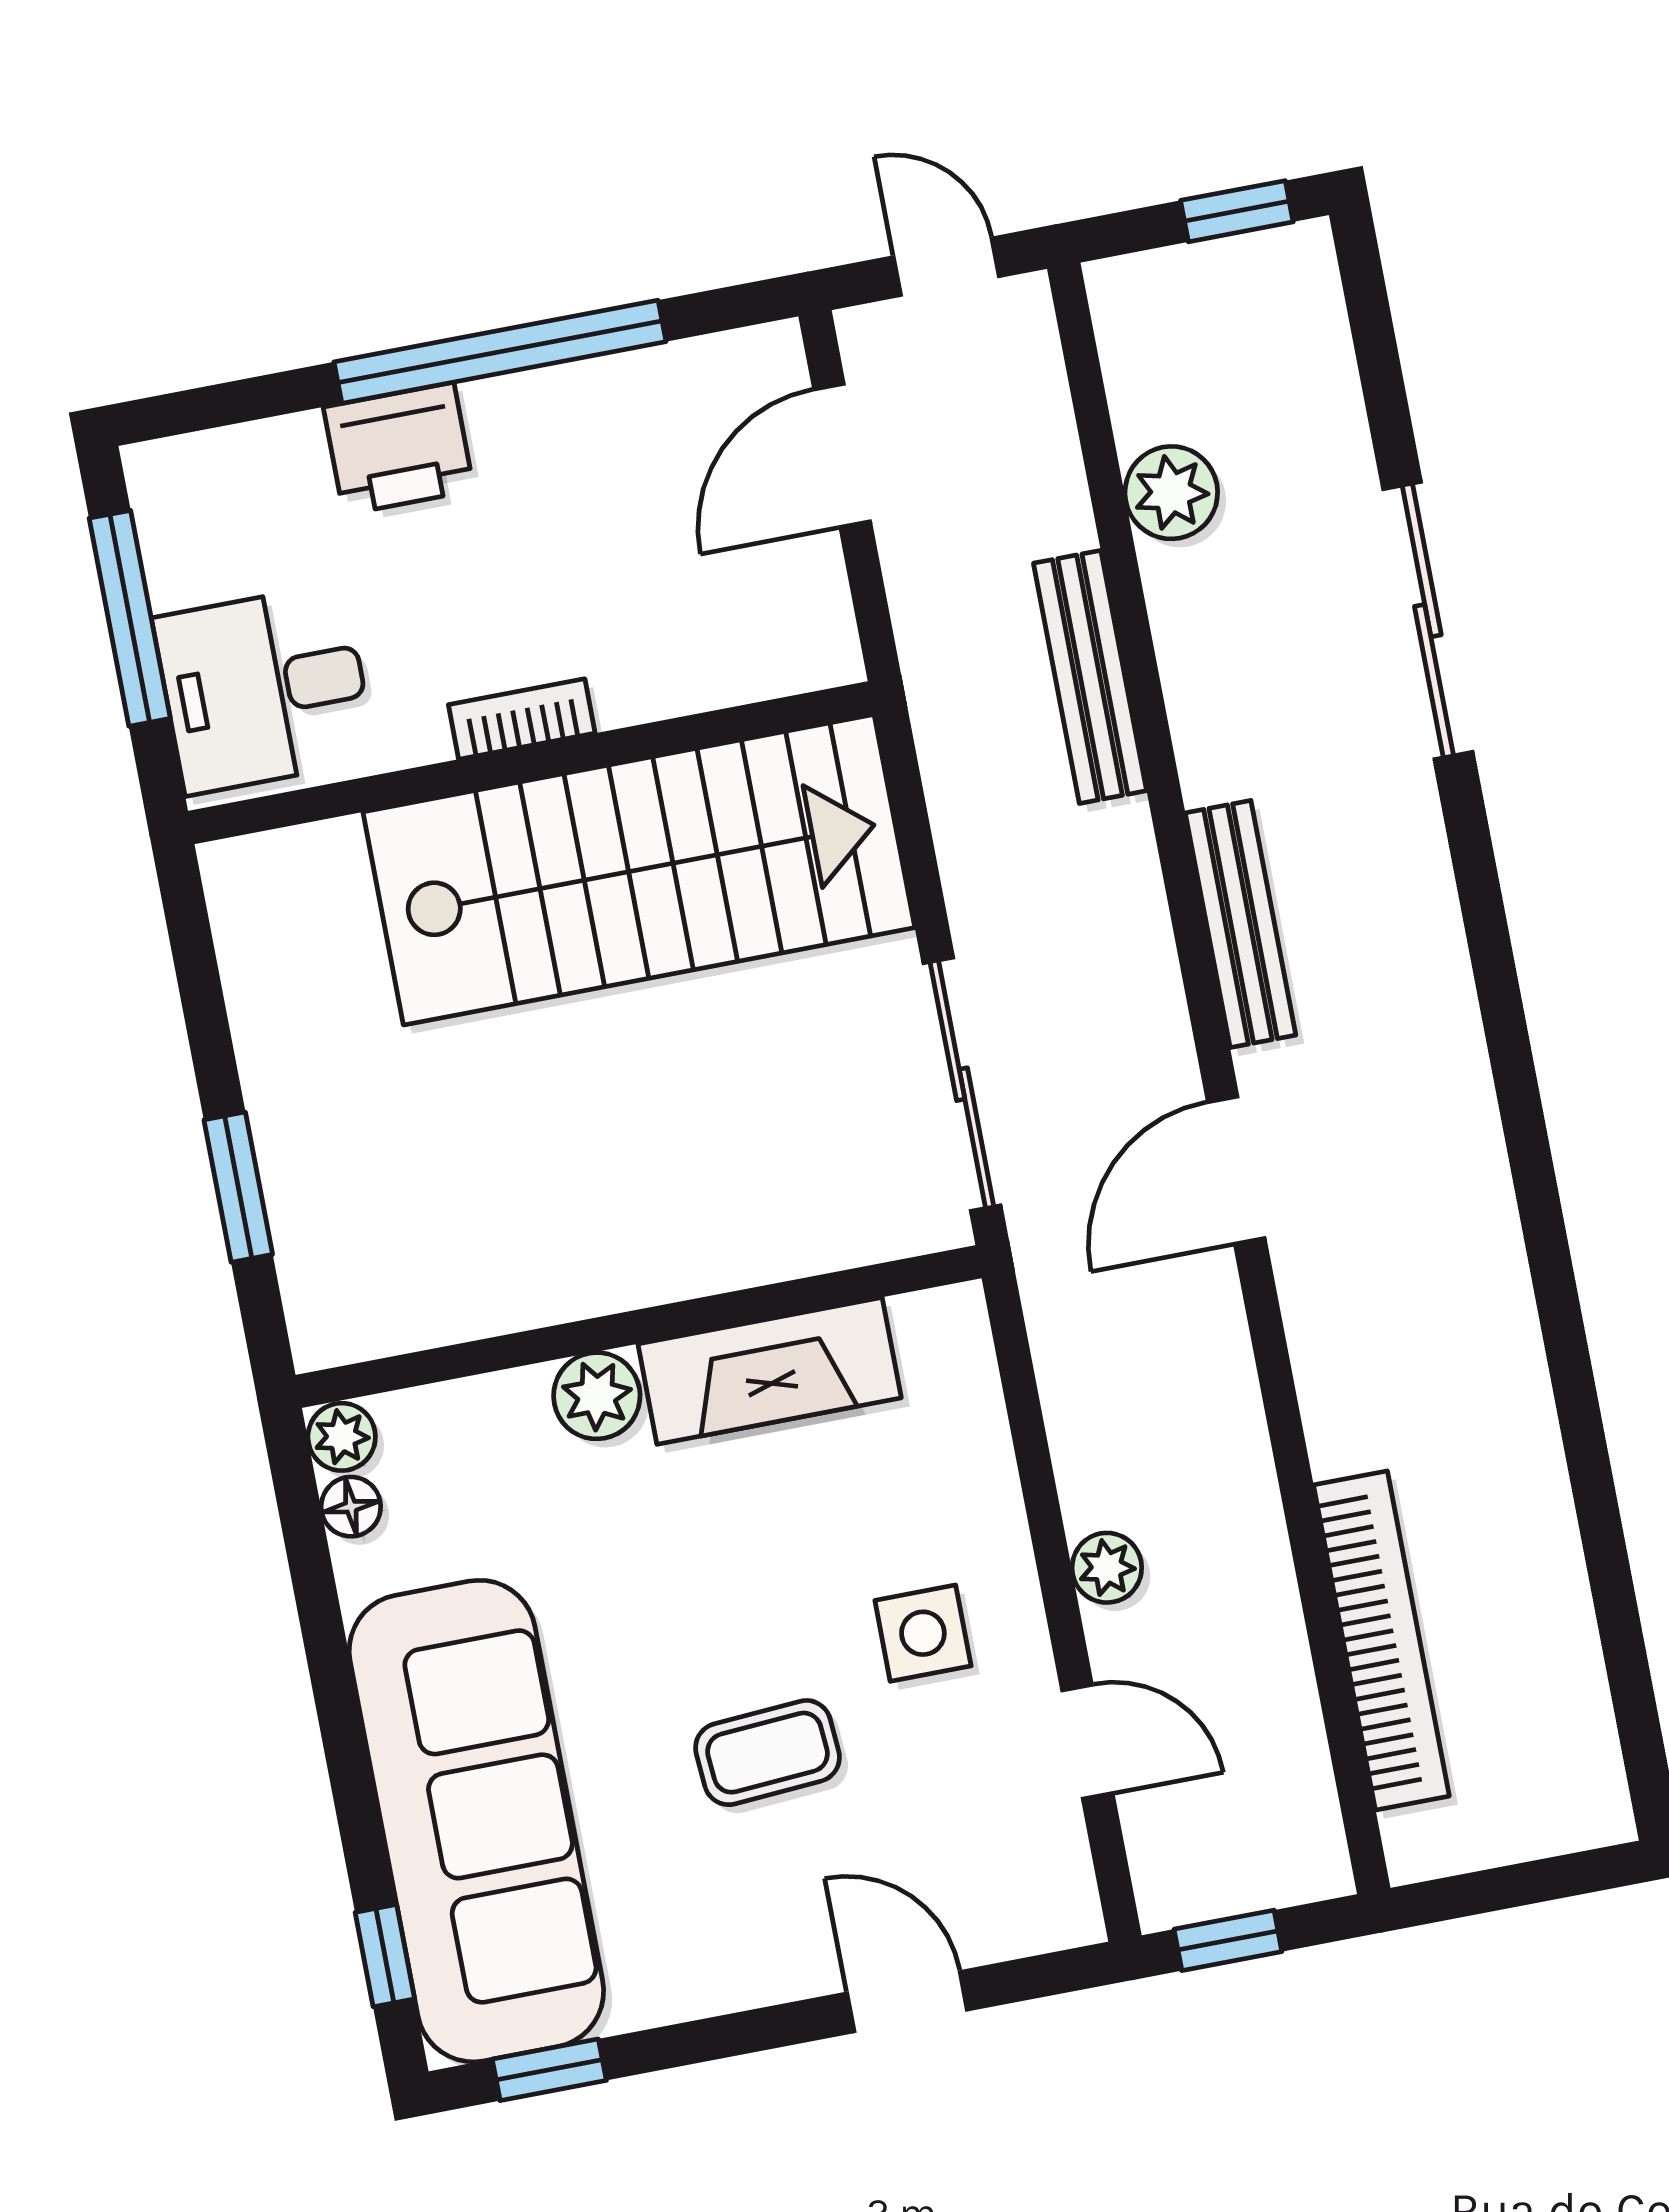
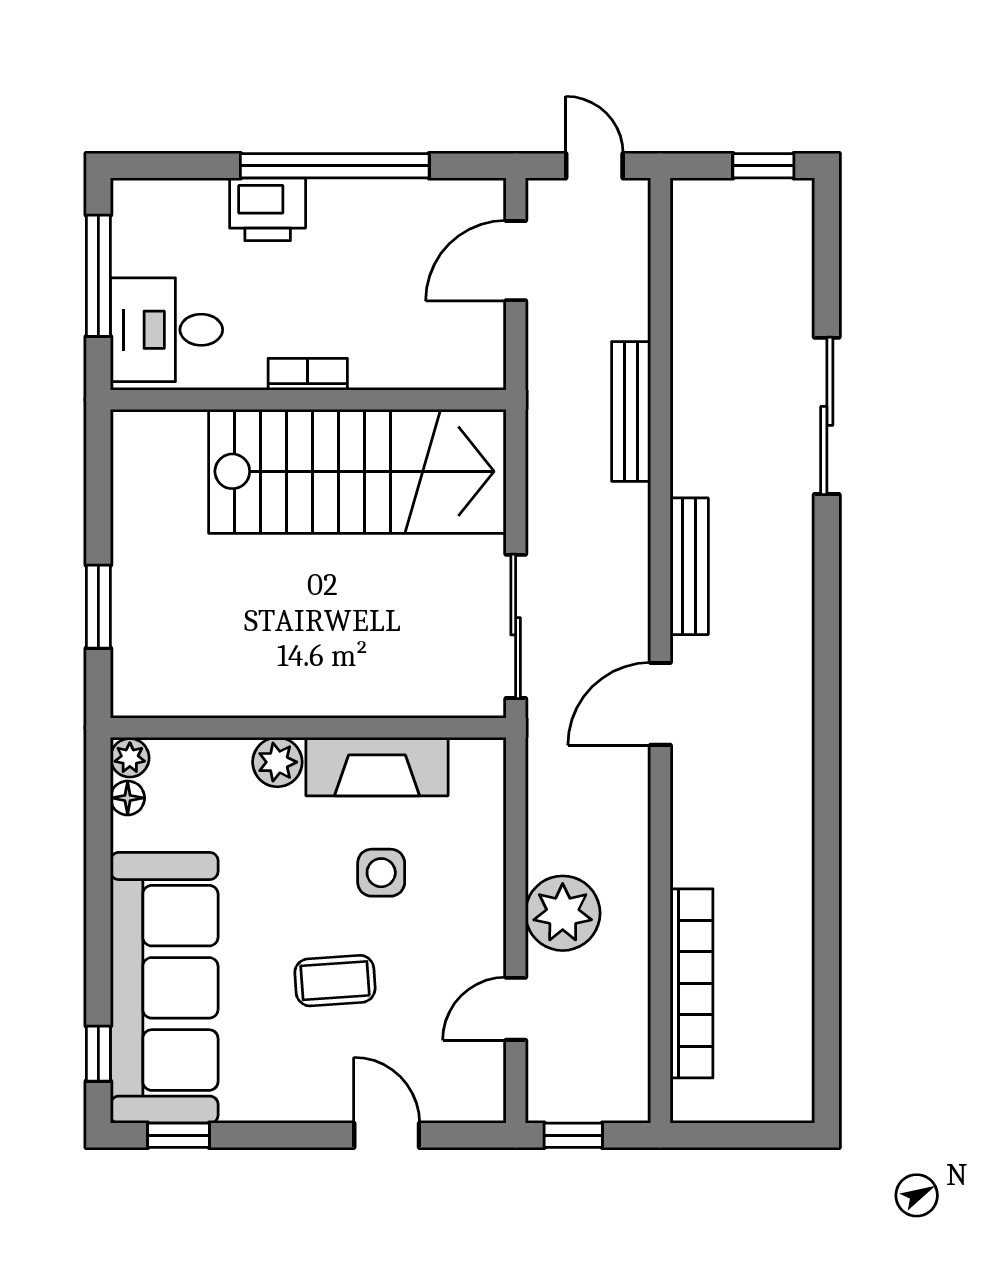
plant: (1171, 493) -> (696, 317), removed
plant: (1107, 1568) -> (563, 913), width x1.88, depth x1.88
side table: (923, 1633) -> (381, 873), moved
door: (1087, 1742) -> (516, 1009), swing flipped

